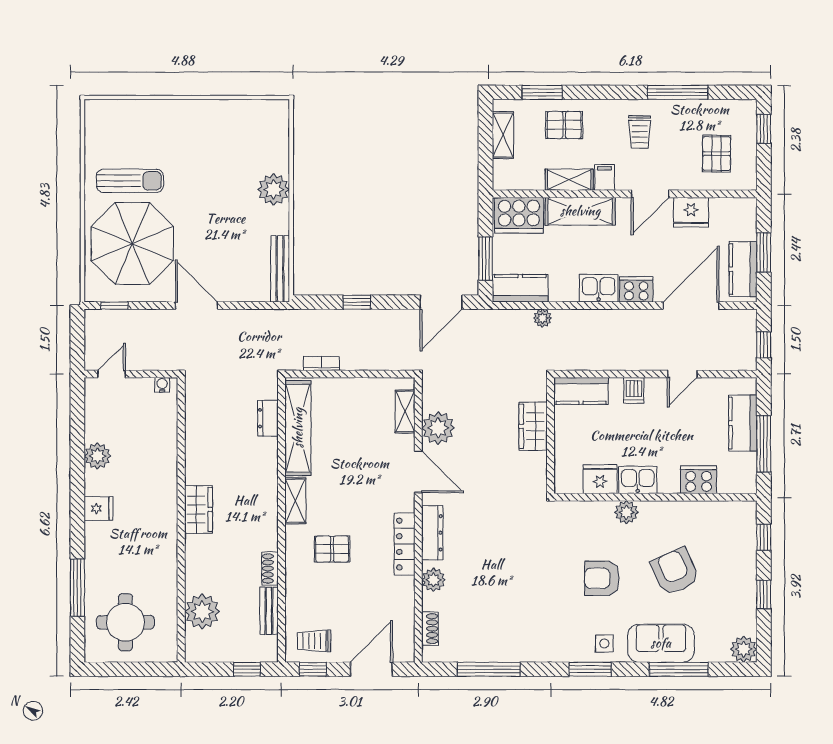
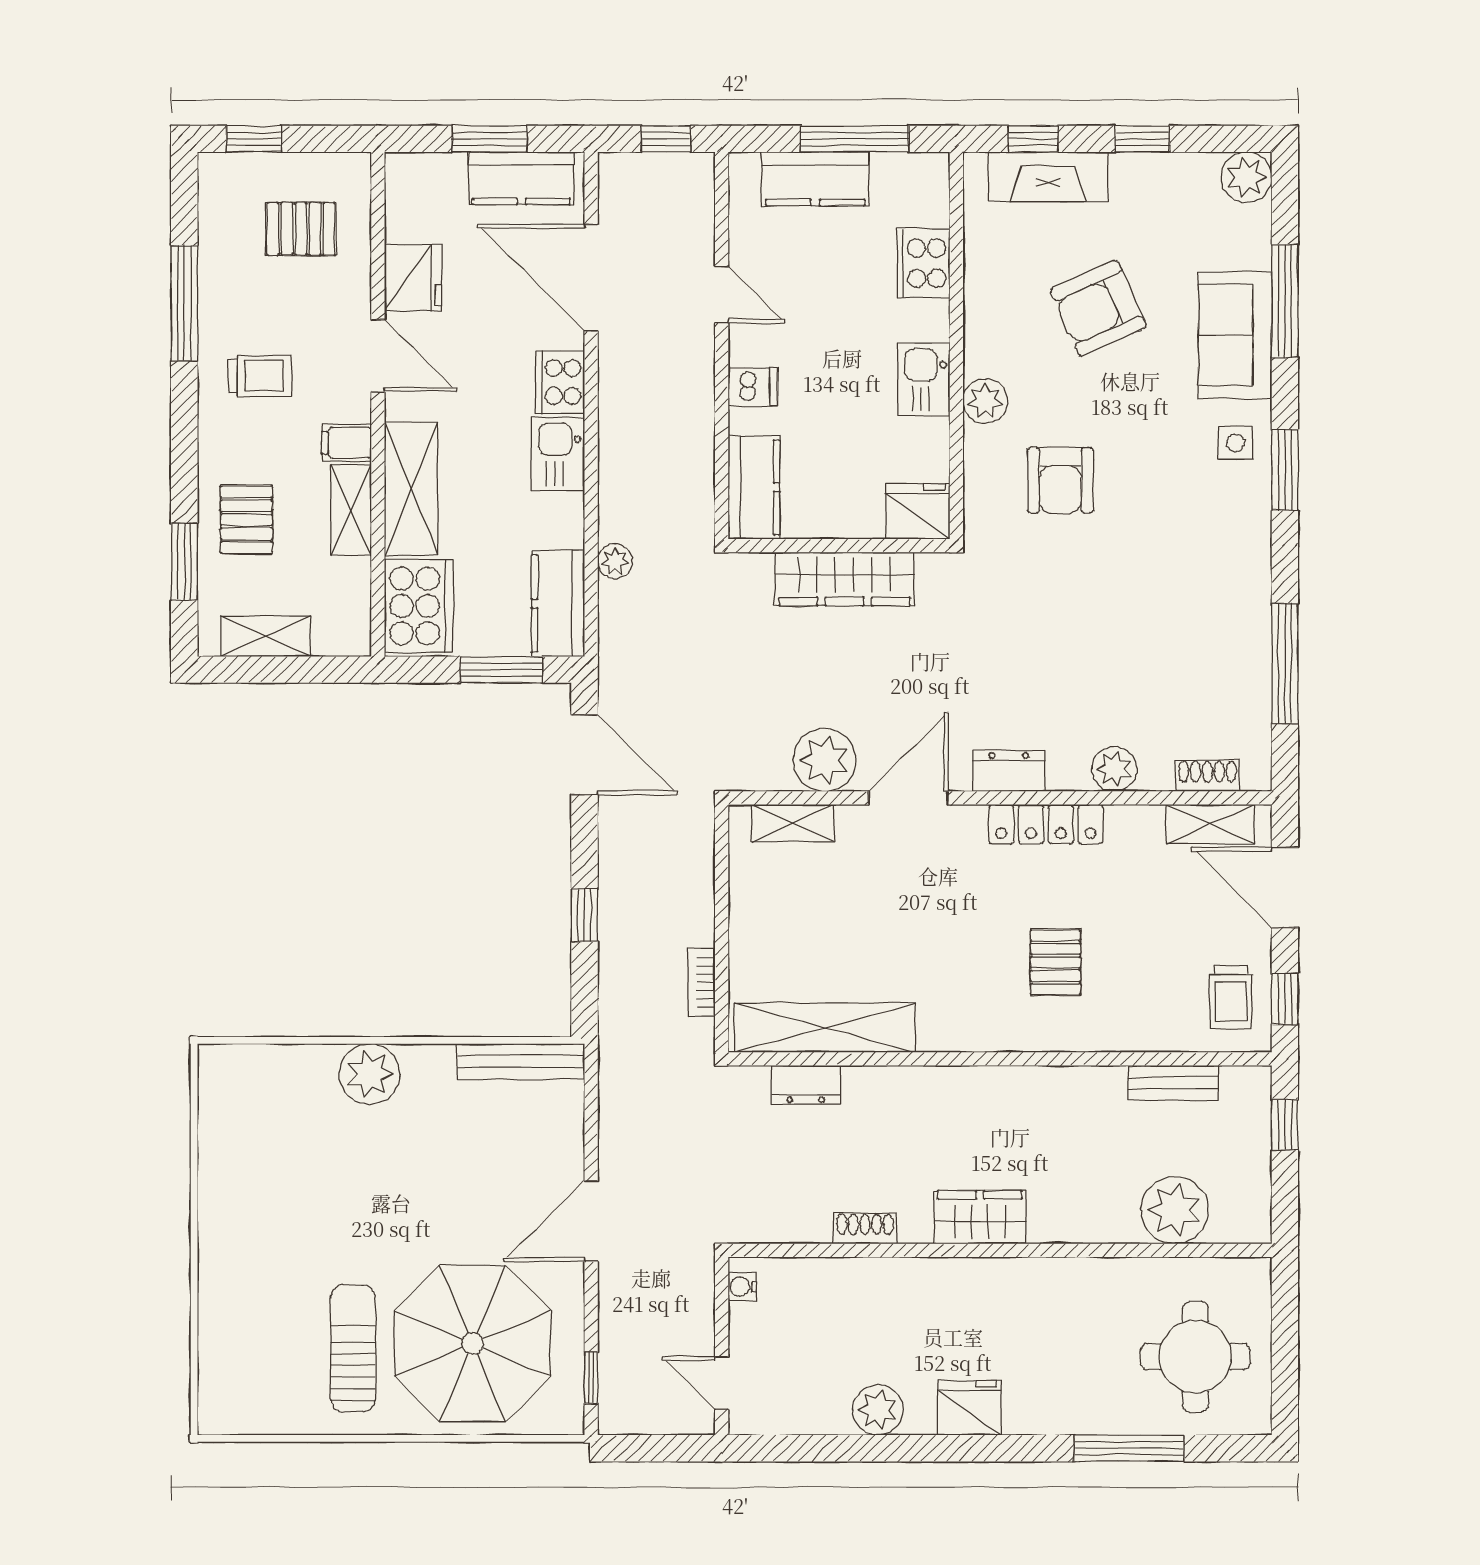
wardrobe: (533, 426) -> (844, 579), width x1.50
fridge: (600, 479) -> (918, 511), moved, turned 90
shelving: (295, 501) -> (1210, 824), moved
fridge: (99, 509) -> (970, 1408), width x1.38
dresser: (432, 533) -> (1009, 771), width x0.70
fireplace: (744, 545) -> (1048, 177), added
shoe rack: (270, 569) -> (865, 1228), moved, turned 180
armchair: (602, 578) -> (1060, 480), moved

